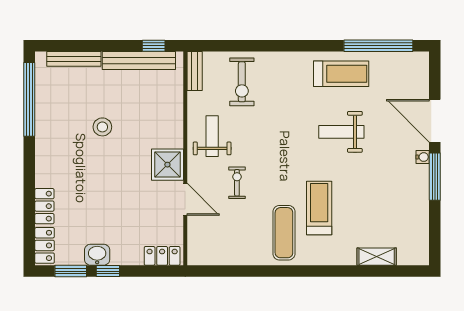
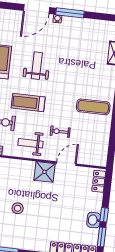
weight bench: (341, 132) -> (37, 66), turned 180
treadmill: (319, 208) -> (28, 103), moved

